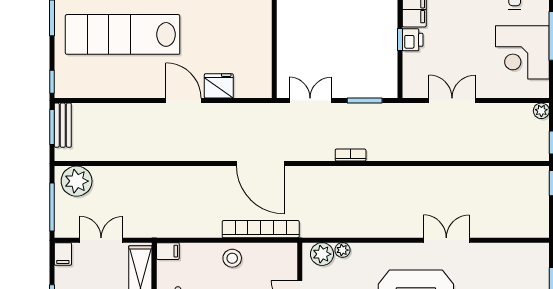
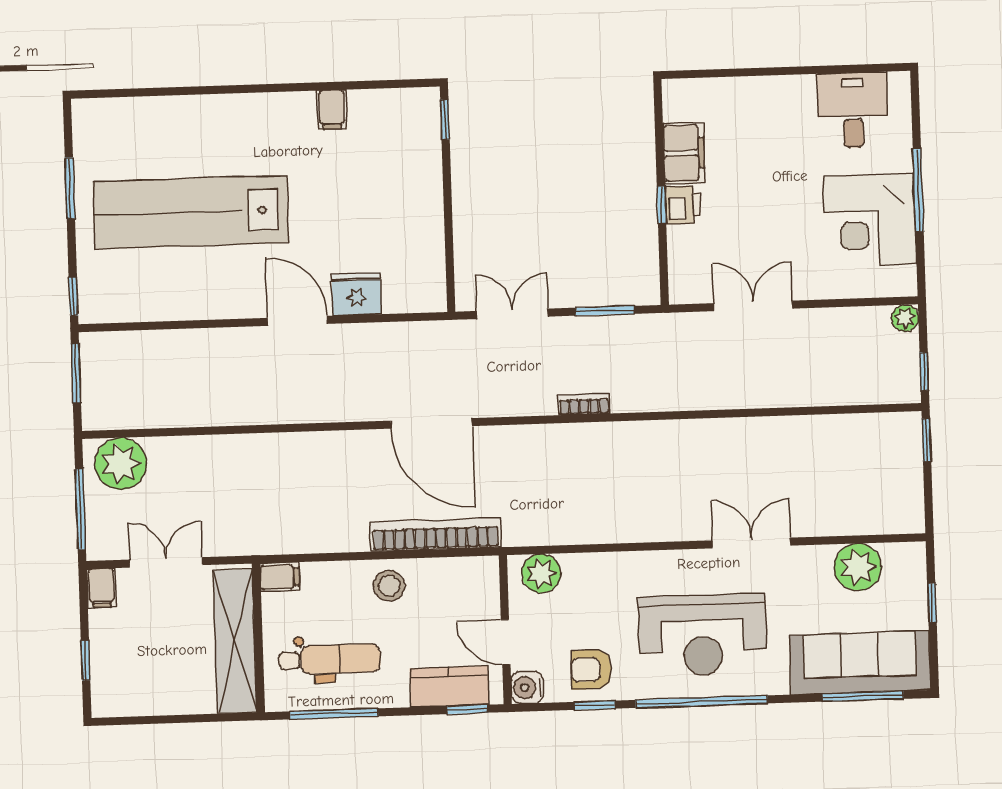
bench: (63, 125) -> (94, 369), removed
plant: (342, 250) -> (858, 567), moved, width x1.88, depth x1.88

